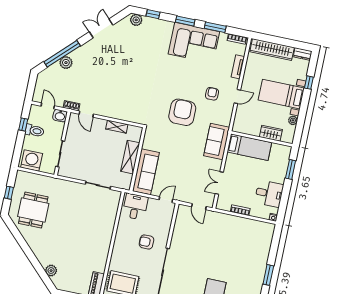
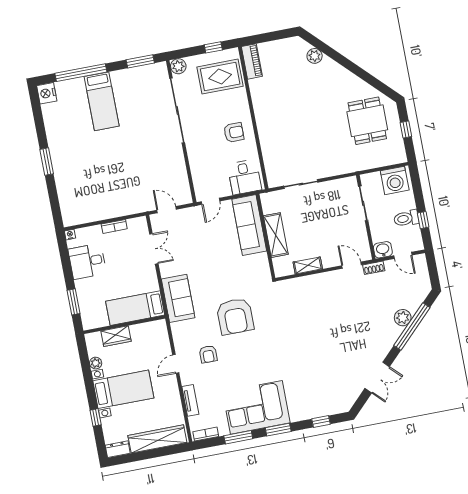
plant: (136, 20) -> (339, 406), removed
armchair: (146, 242) -> (234, 132), moved

